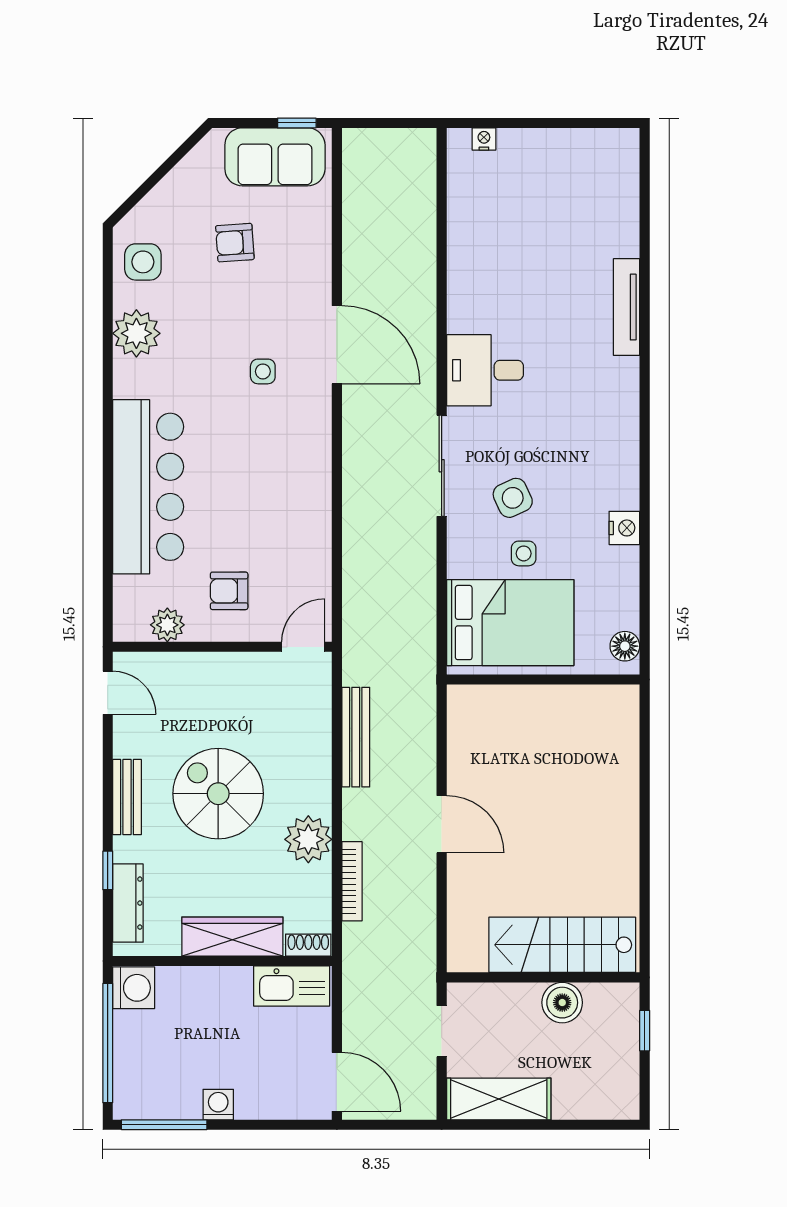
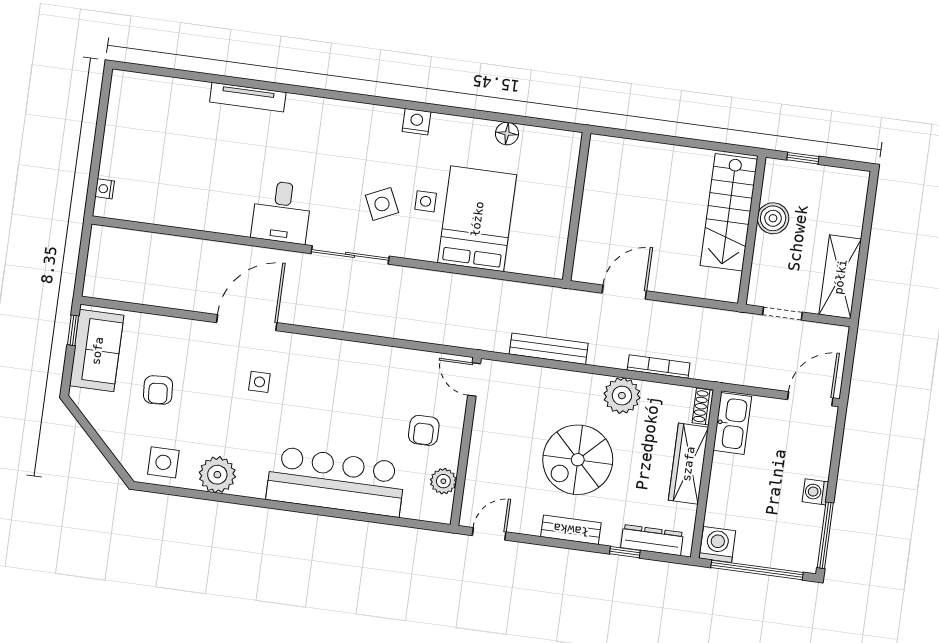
wall: (543, 679) -> (577, 207), moved

